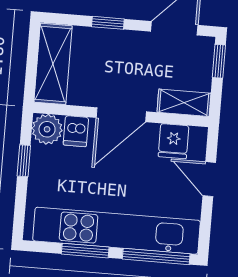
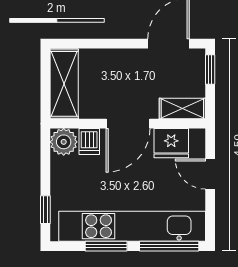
window: (108, 23) -> (110, 44), removed
fridge: (174, 141) -> (171, 143), width x1.38
window: (24, 161) -> (45, 210), moved

